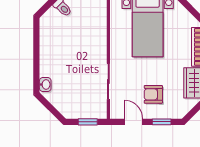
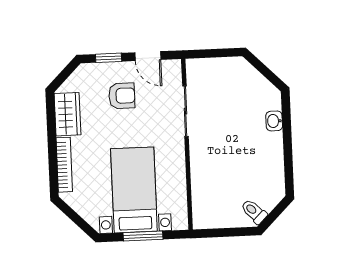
washbasin: (45, 84) -> (274, 121), moved
window: (88, 122) -> (212, 53), removed

